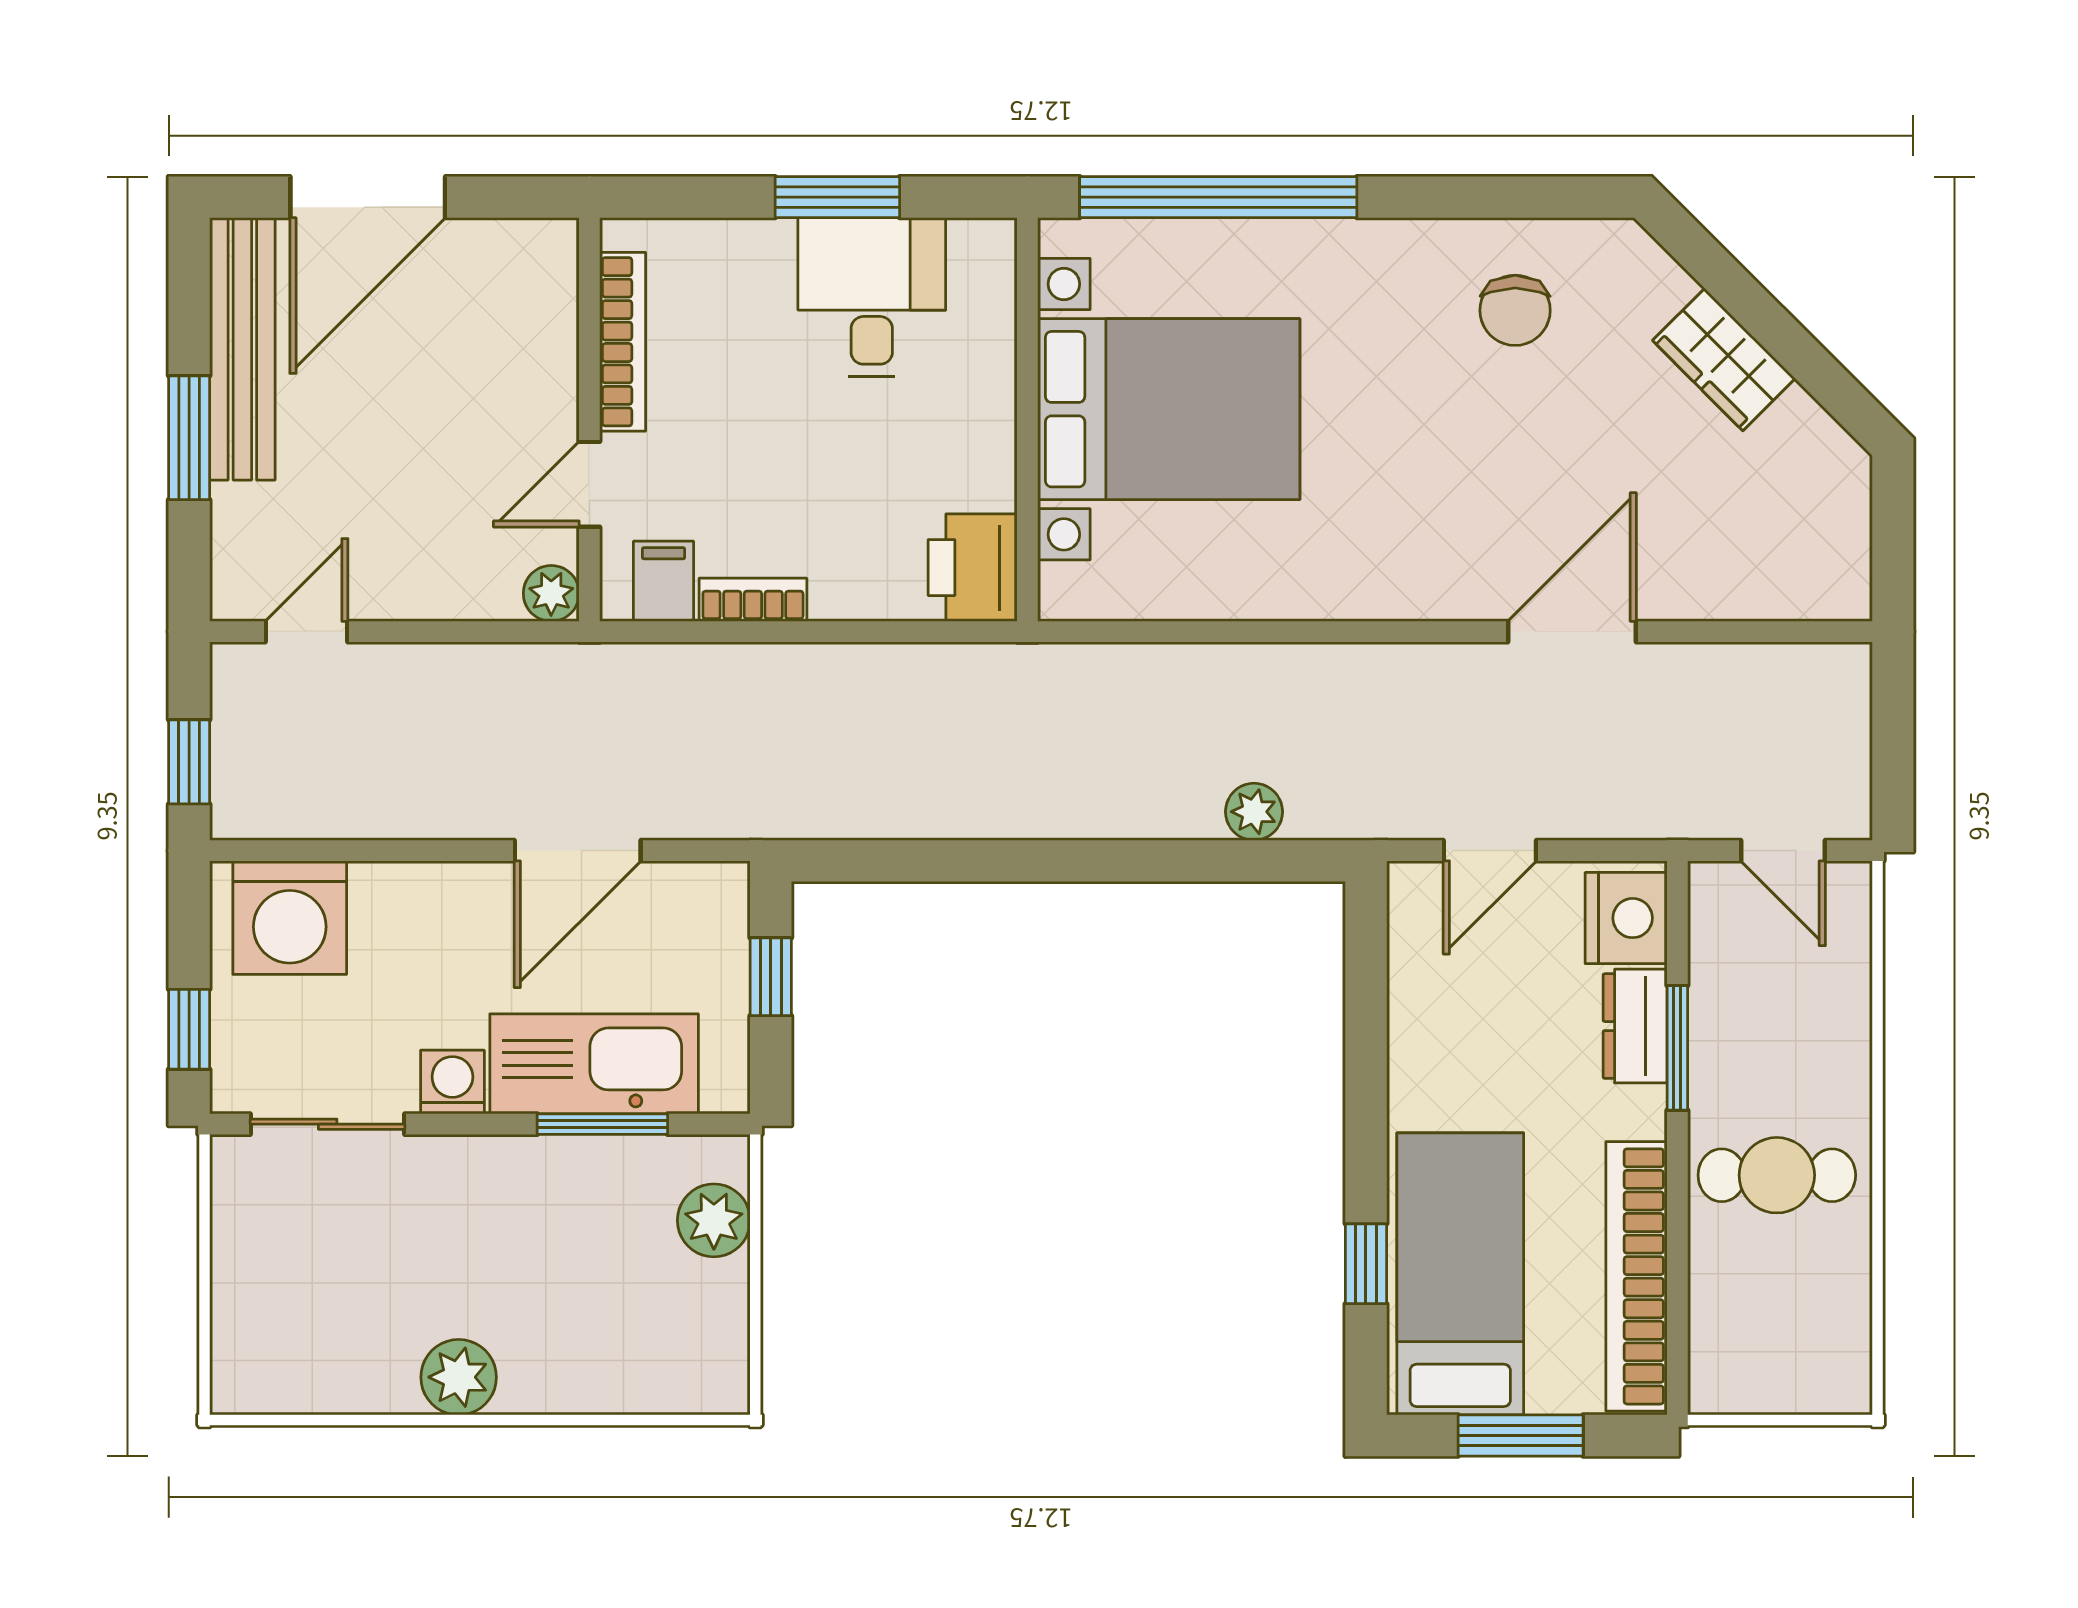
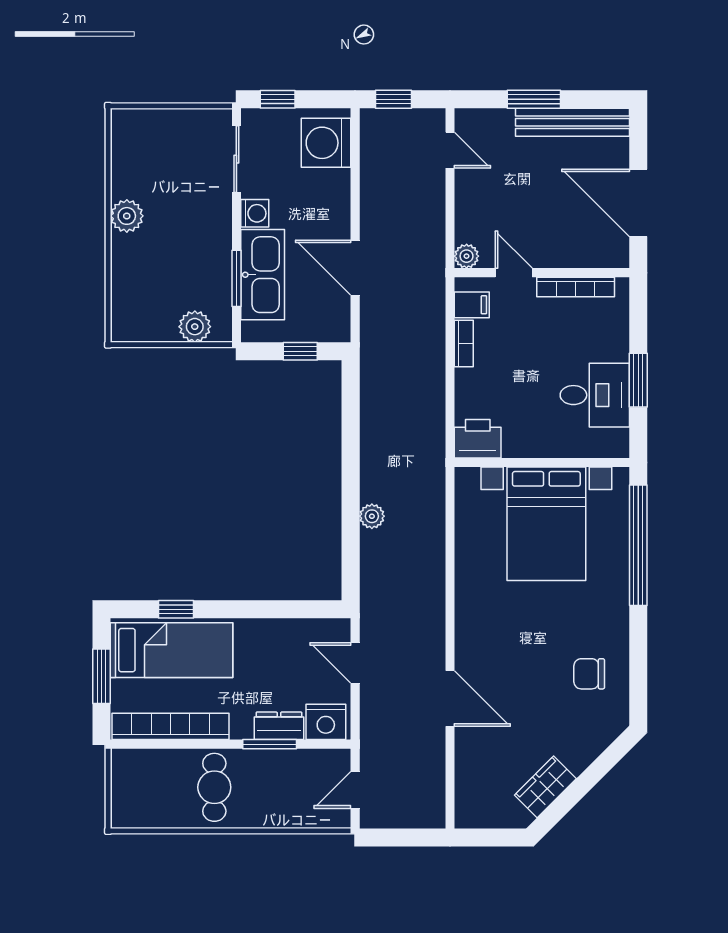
door: (368, 197) -> (638, 203), moved
wardrobe: (1724, 359) -> (545, 787), moved
plant: (1254, 812) -> (372, 516), moved

